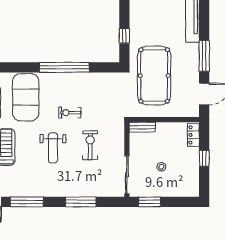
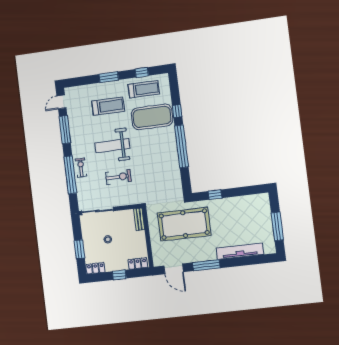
window: (23, 67) -> (177, 111), added
exercise bike: (70, 113) -> (81, 168), moved
weight bench: (53, 148) -> (112, 146), width x1.36, depth x1.33
locker: (193, 185) -> (95, 268), added
window: (81, 202) -> (70, 175), width x1.46
window: (150, 202) -> (79, 249), moved

